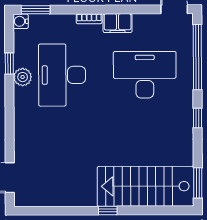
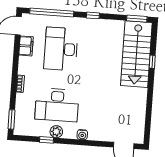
water cooler: (21, 21) -> (82, 135), moved
filing cabinet: (118, 23) -> (26, 46), moved
window: (108, 211) -> (152, 62), moved

